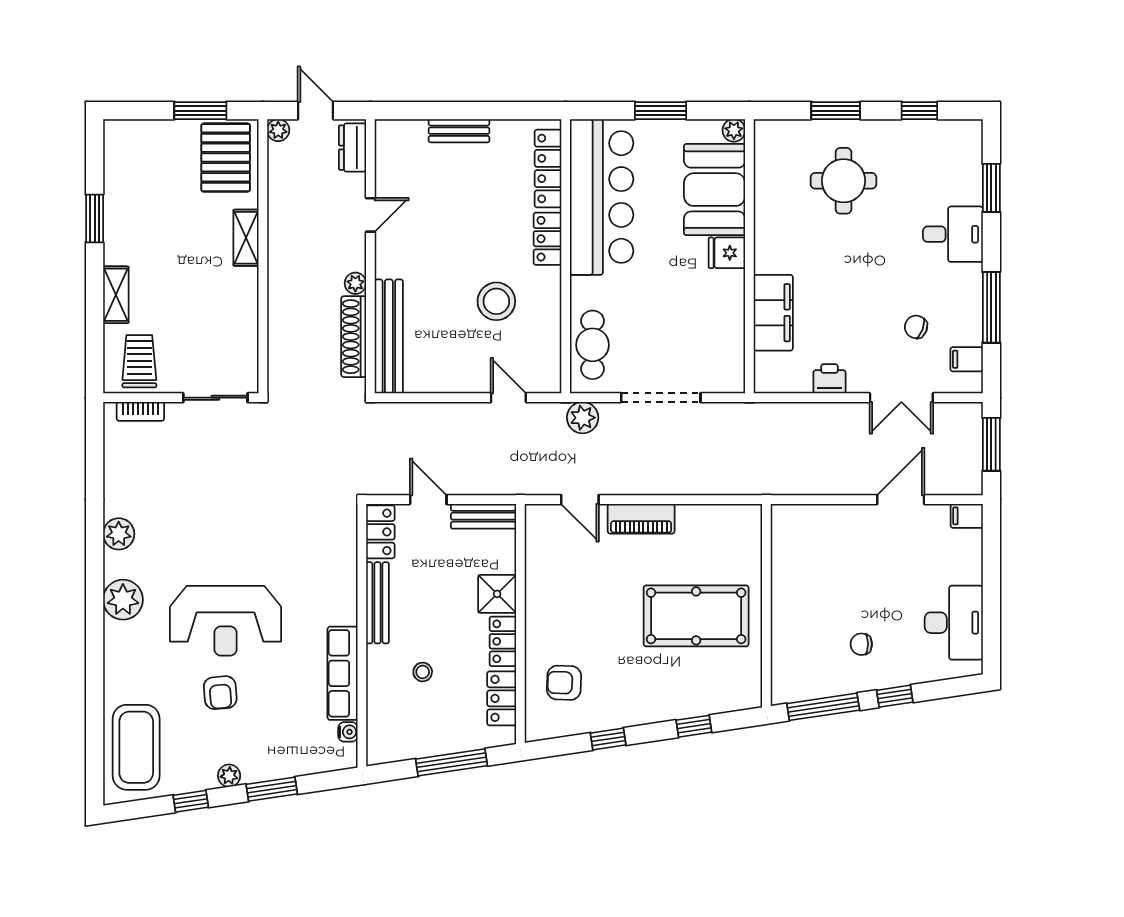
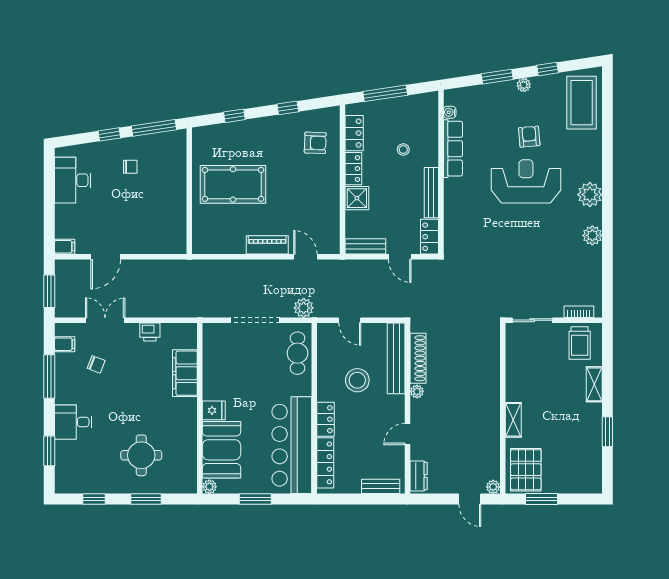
dresser: (353, 148) -> (419, 476), moved
door: (370, 215) -> (408, 434), moved
wall: (370, 256) -> (408, 408), moved
plant: (355, 283) -> (417, 391), moved
bench: (389, 336) -> (396, 358), moved
shoe rack: (354, 337) -> (418, 358), moved

